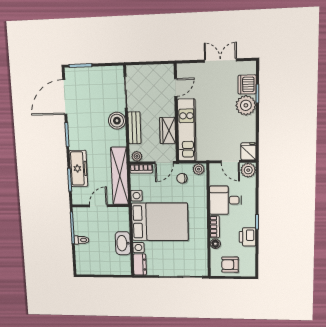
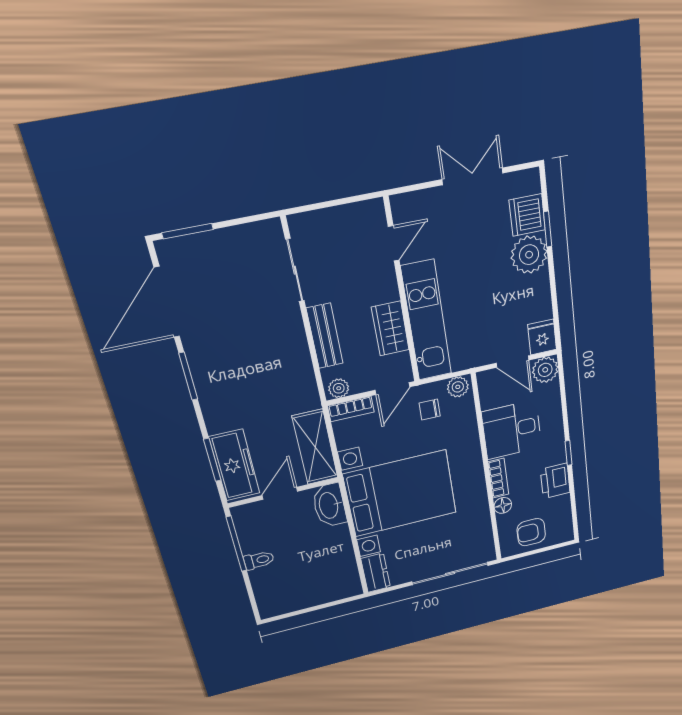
boiler: (117, 121) -> (287, 329), removed
freezer: (79, 168) -> (235, 465), moved
shelving: (120, 176) -> (315, 447), width x0.68
washbasin: (123, 243) -> (329, 505), moved

